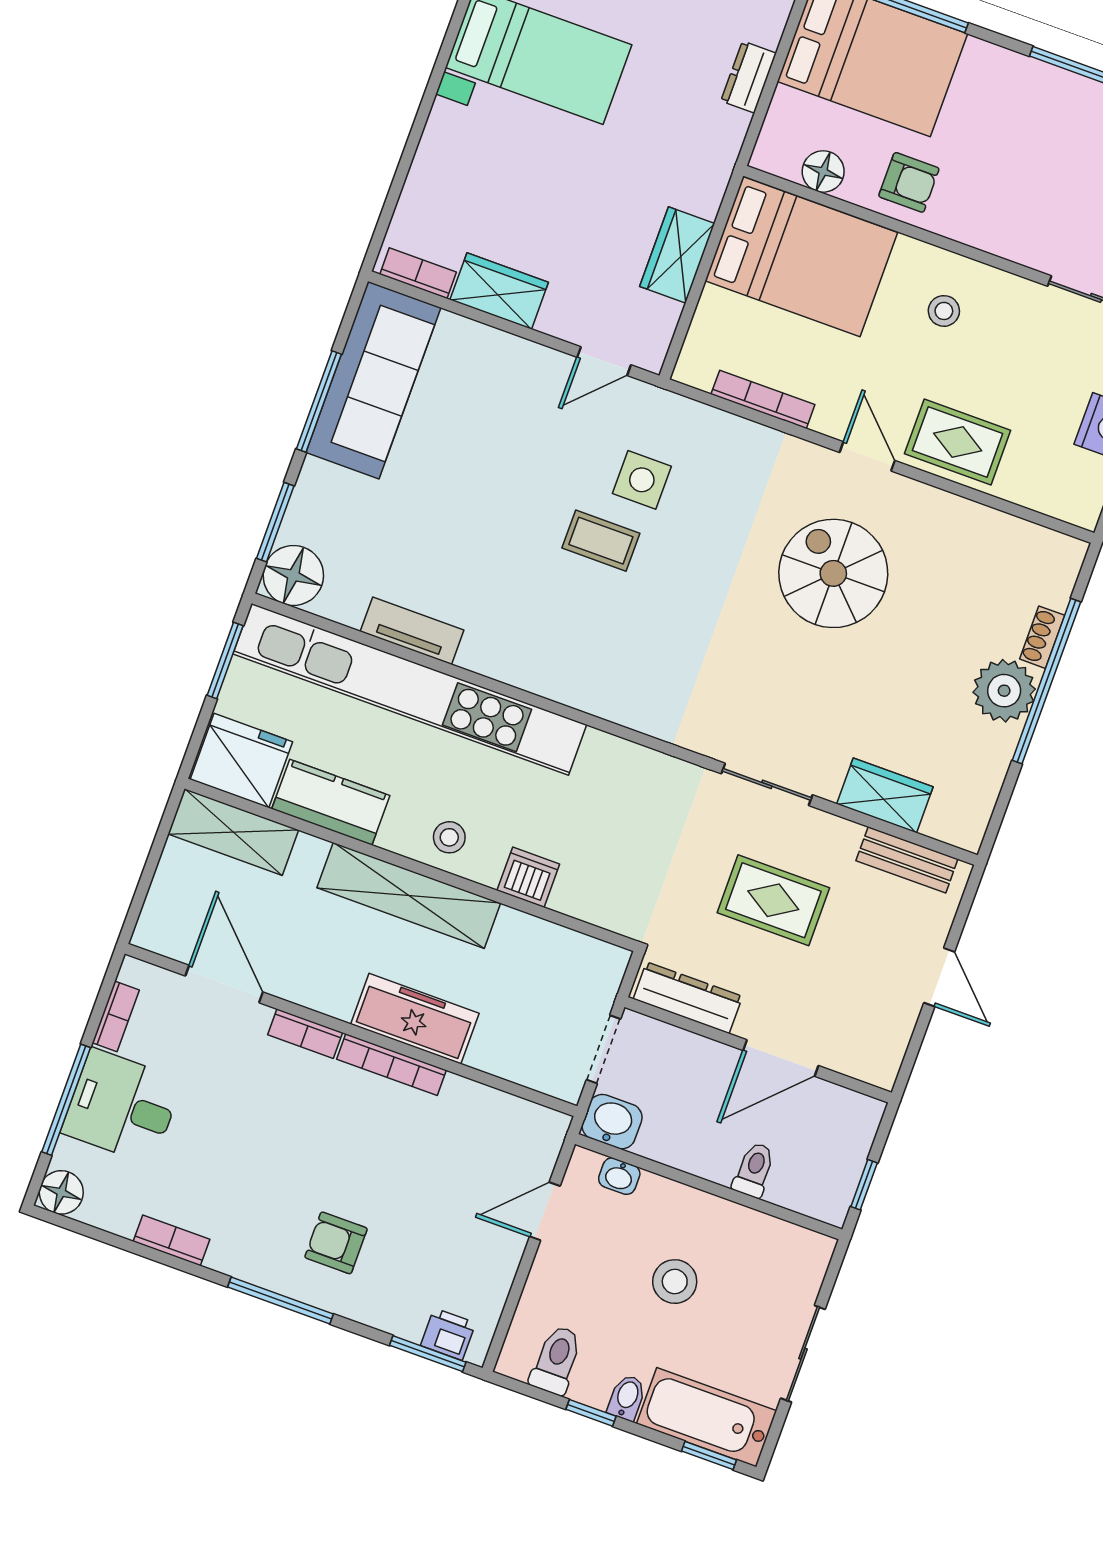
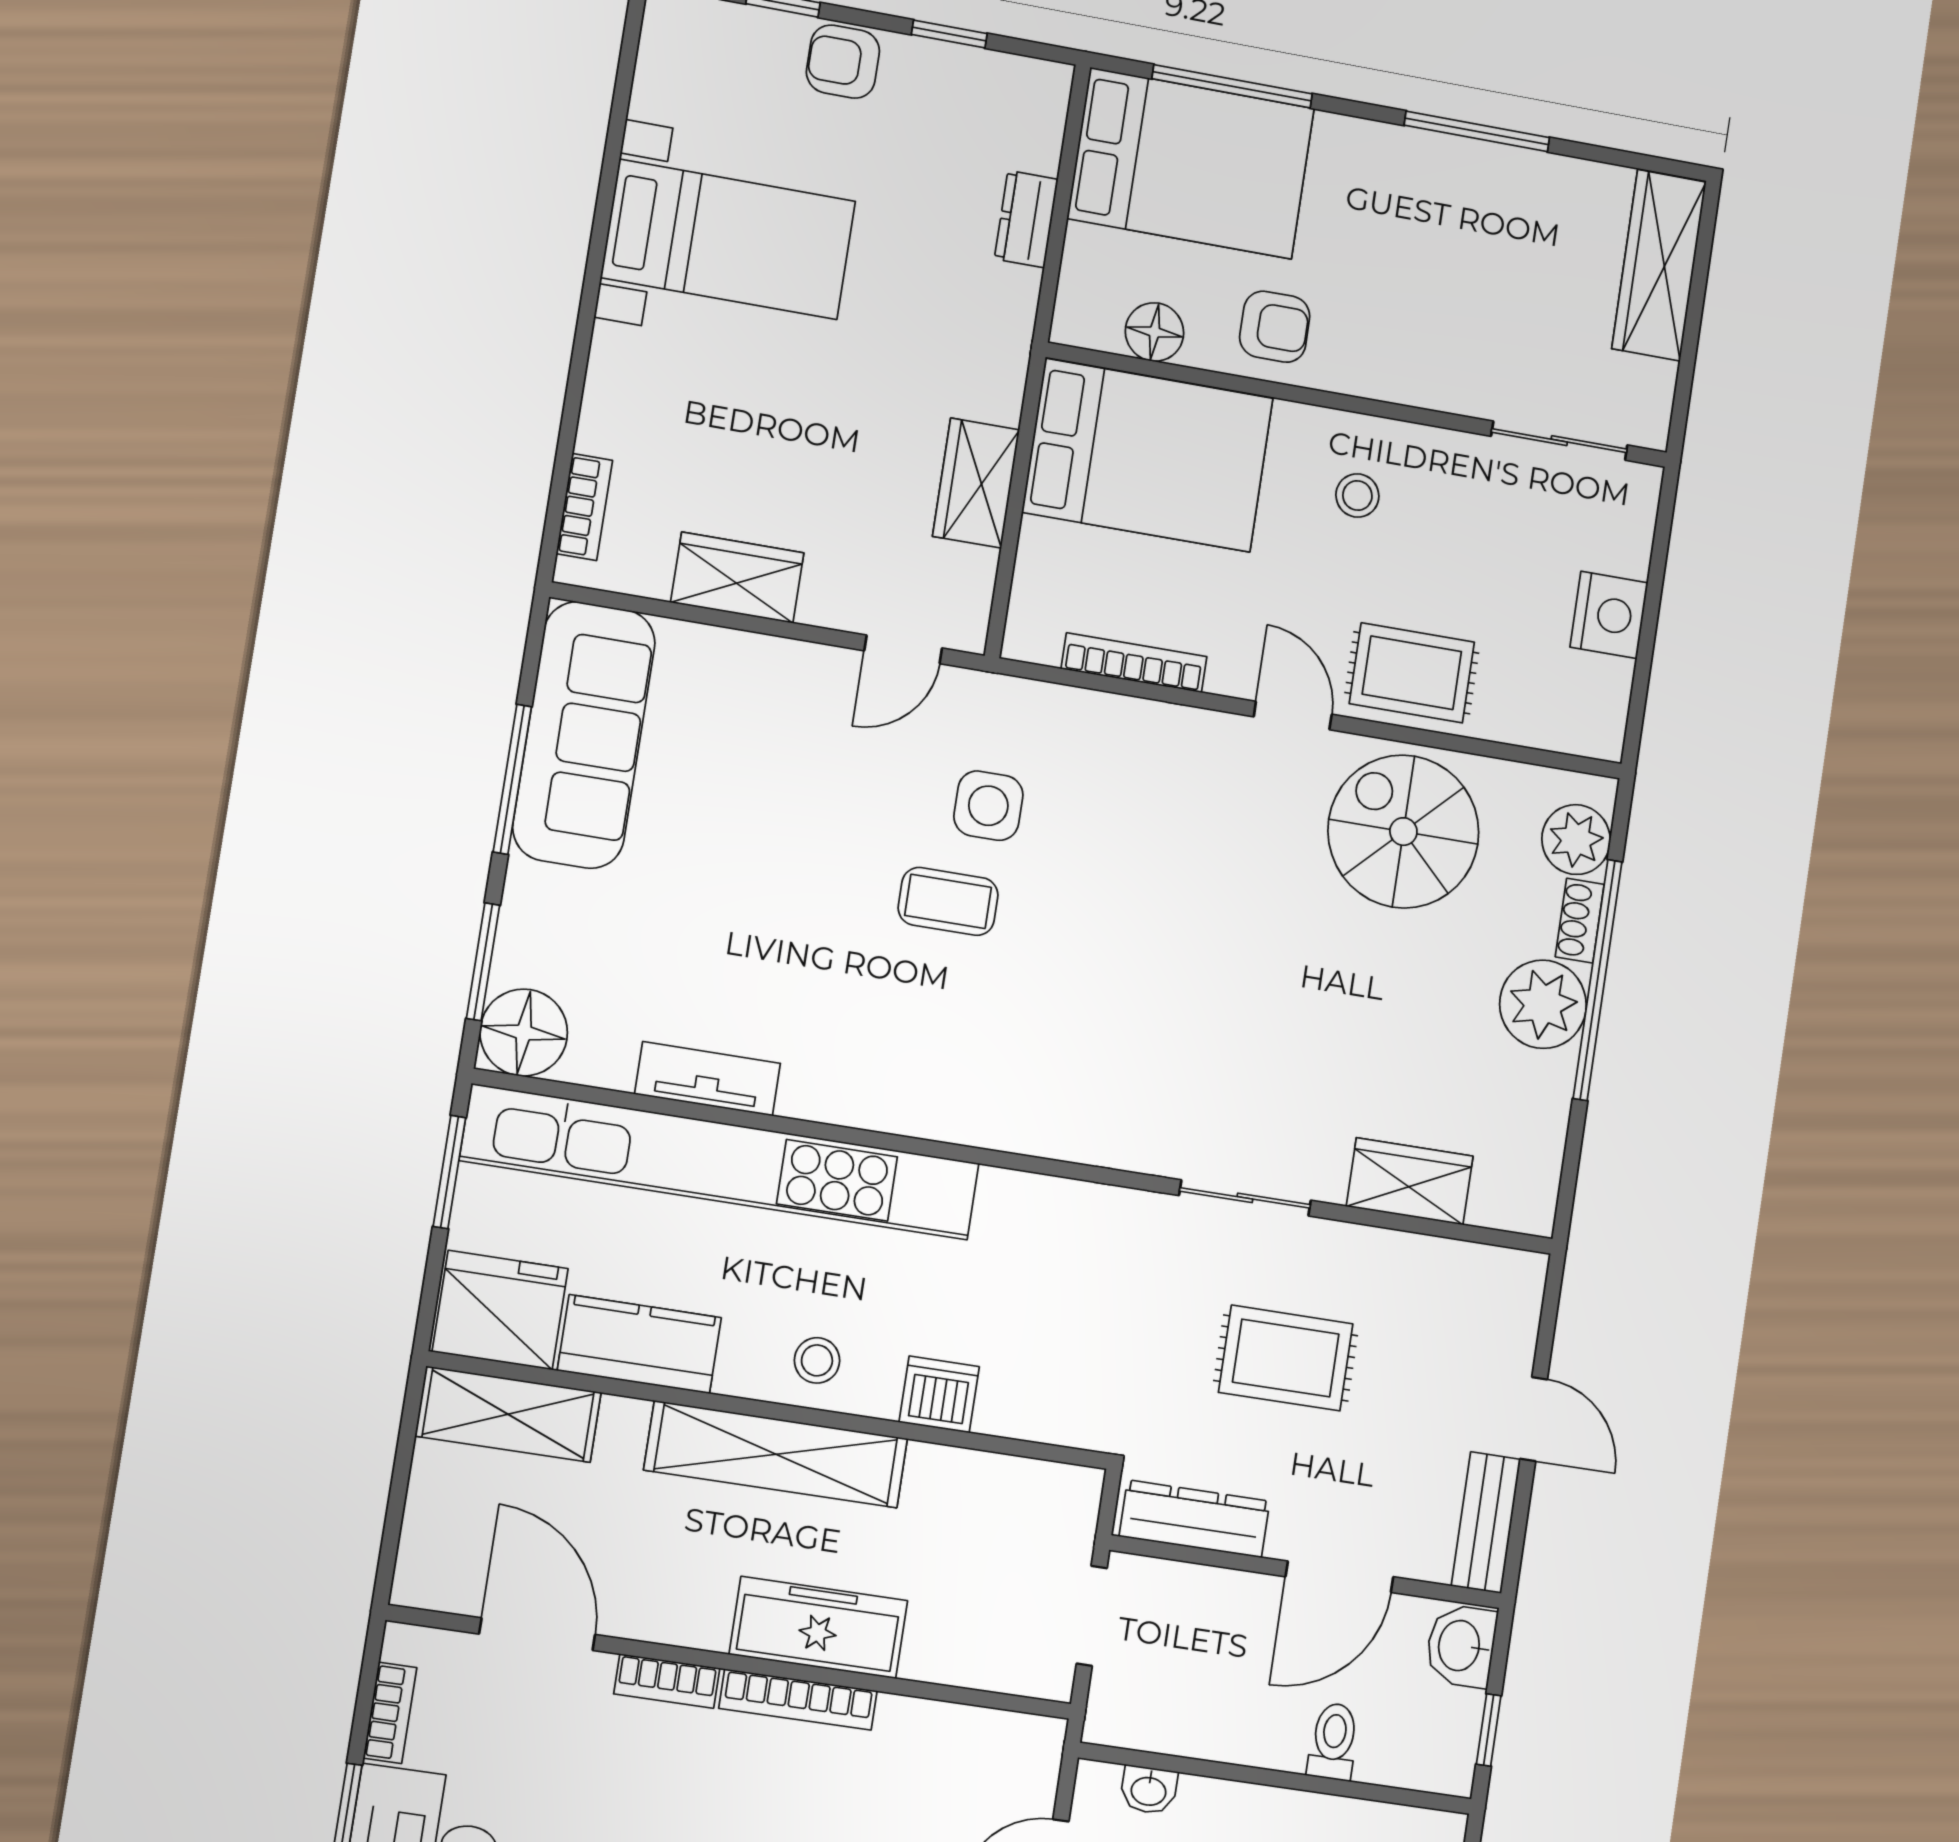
bookcase: (418, 273) -> (584, 507), moved, turned 90
spiral stairs: (833, 573) -> (1403, 832), moved
plant: (1051, 580) -> (1576, 840), added
bench: (907, 860) -> (1486, 1523), moved, turned 90
washbasin: (612, 1122) -> (1461, 1646), moved, turned -90

